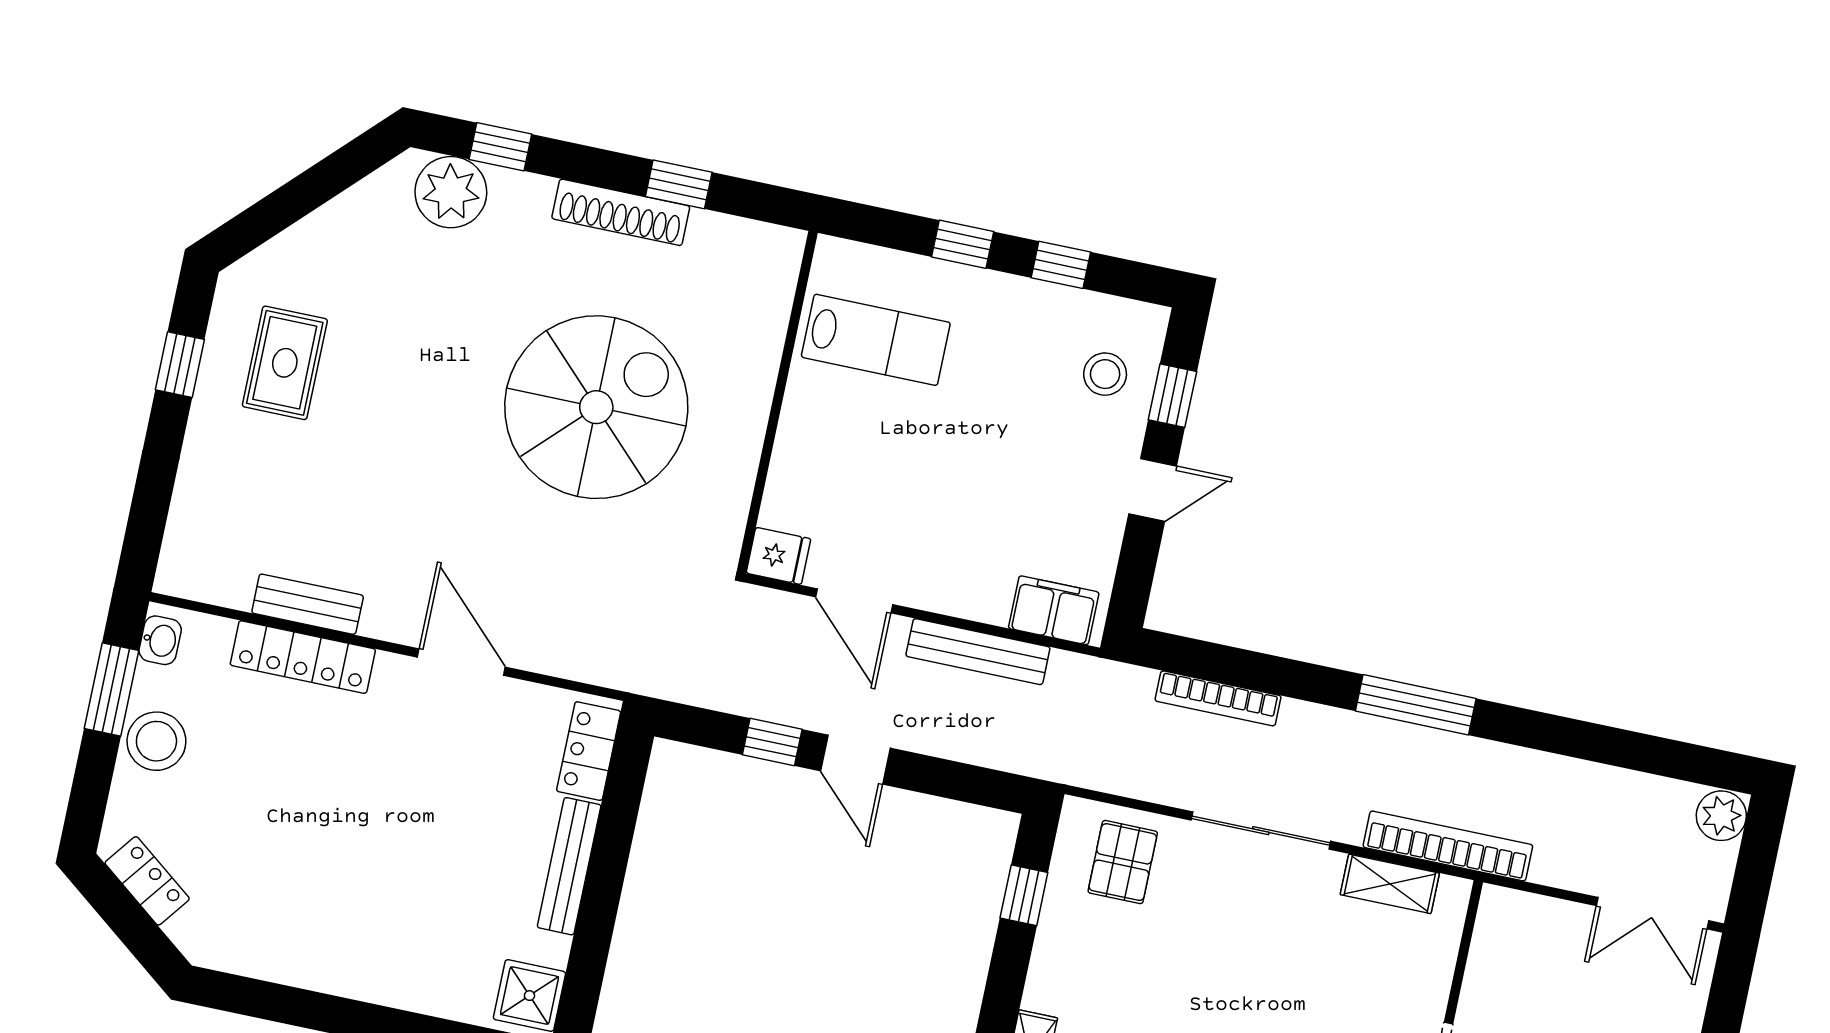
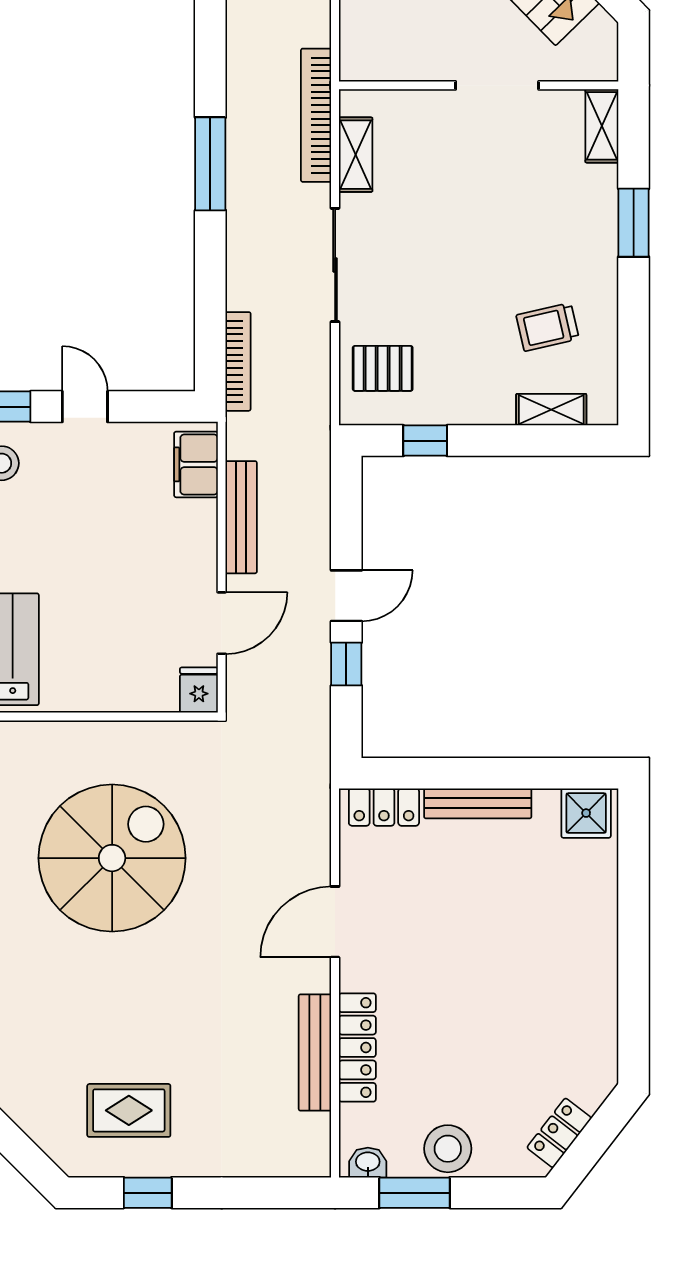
spiral stairs: (596, 407) -> (112, 858), turned 90
bench: (308, 604) -> (315, 1053), width x1.36
bookcase: (1218, 698) -> (238, 361), moved

